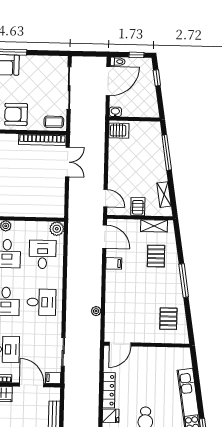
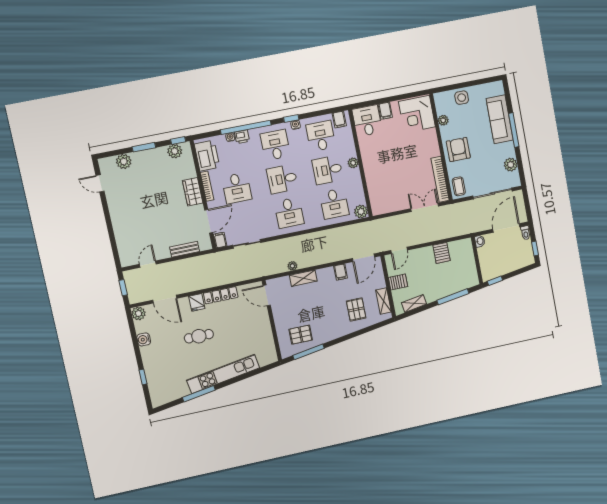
plant: (44, 63) -> (511, 165), added
window: (157, 78) -> (495, 281), moved
door: (108, 81) -> (506, 228), swing flipped
server rack: (119, 131) -> (442, 253), moved
double door: (67, 162) -> (425, 207), swing flipped
desk: (43, 254) -> (334, 204), turned 90
pallet: (156, 256) -> (356, 309), turned 90
window: (184, 281) -> (309, 352), moved
shelving: (111, 303) -> (303, 278), added

